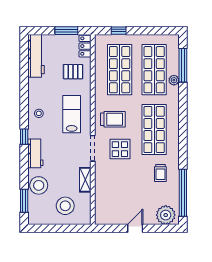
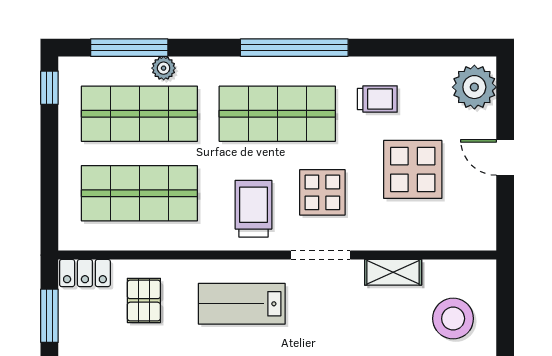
window: (119, 31) -> (49, 88), moved
display table: (130, 188) -> (413, 169), added
window: (183, 193) -> (294, 48), moved

